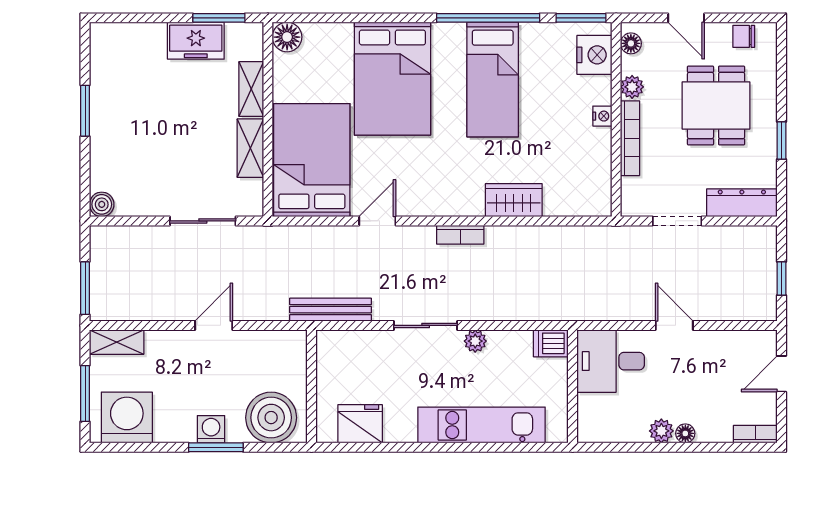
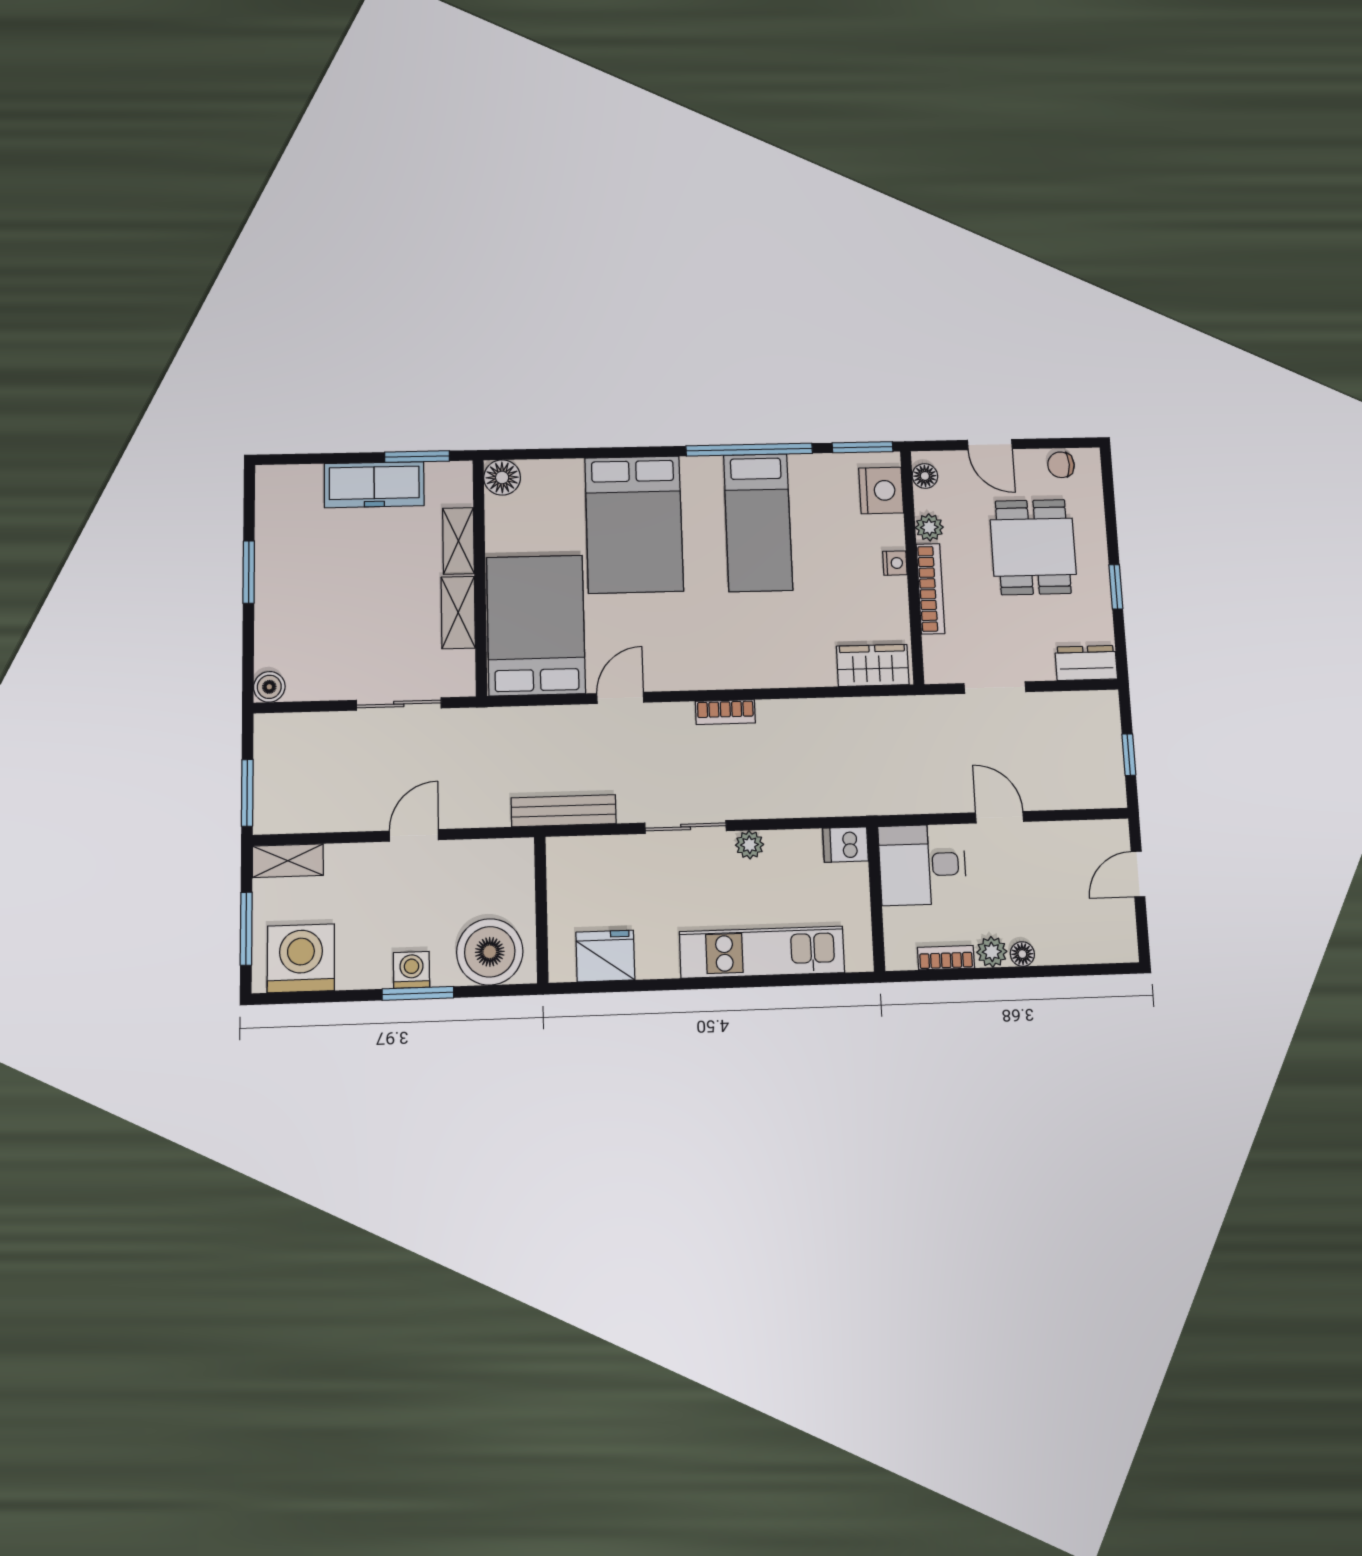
freezer: (196, 41) -> (374, 485), width x1.40
wardrobe: (514, 200) -> (873, 665), moved
dresser: (742, 203) -> (1086, 663), width x0.70
bookcase: (755, 434) -> (946, 958), moved

